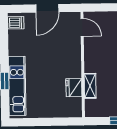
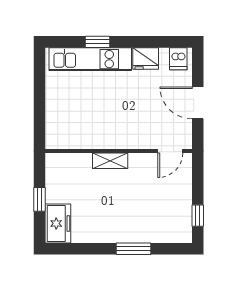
shelving: (90, 86) -> (110, 161), moved
fridge: (74, 88) -> (146, 58), moved, turned 180

